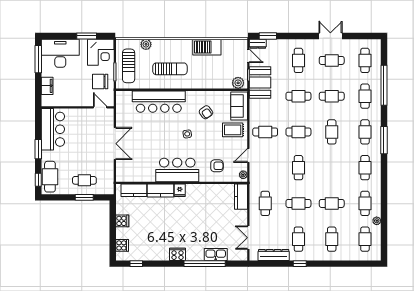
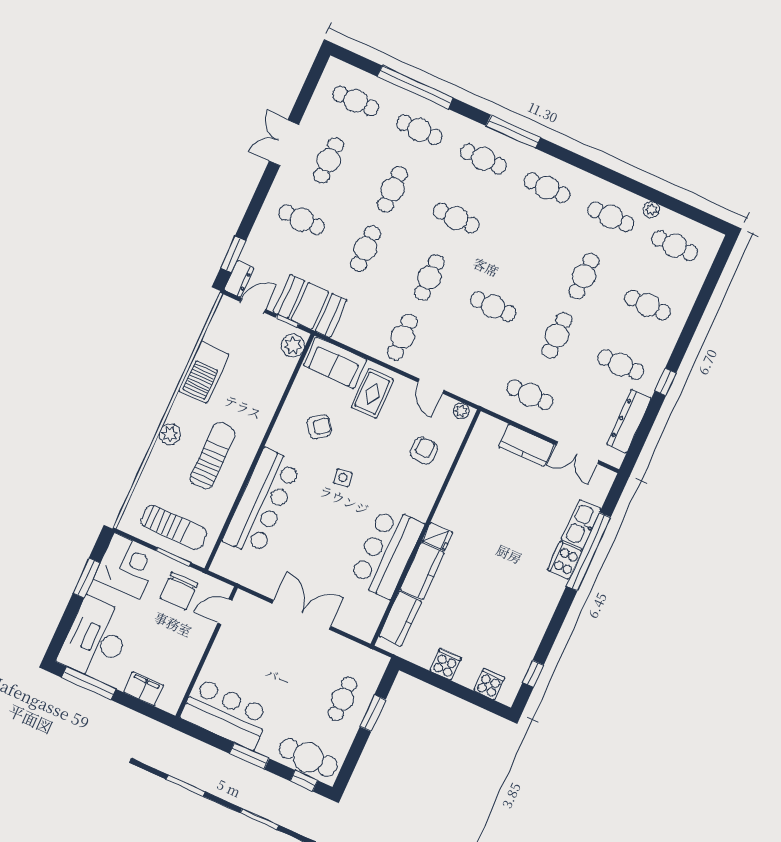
plant: (146, 44) -> (170, 434), moved
bar counter: (177, 170) -> (387, 552), moved
kitchen counter: (241, 197) -> (526, 445), moved
cooker: (177, 254) -> (565, 561), moved

